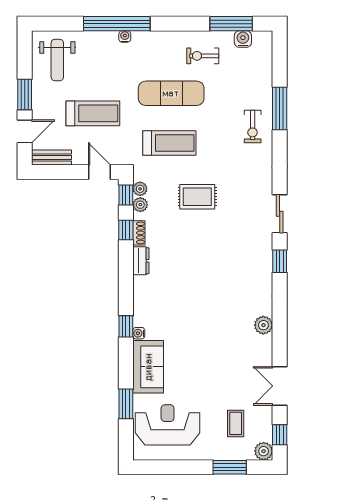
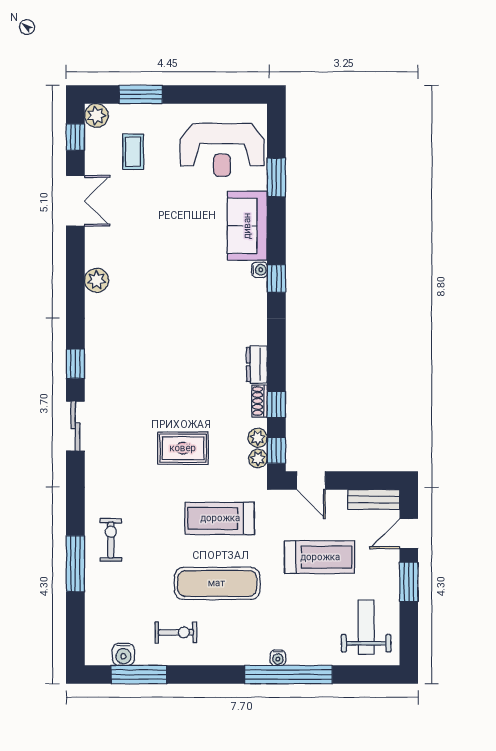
treadmill: (93, 113) -> (320, 557), turned 180

